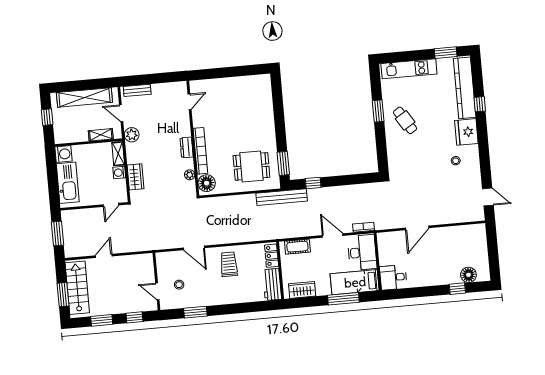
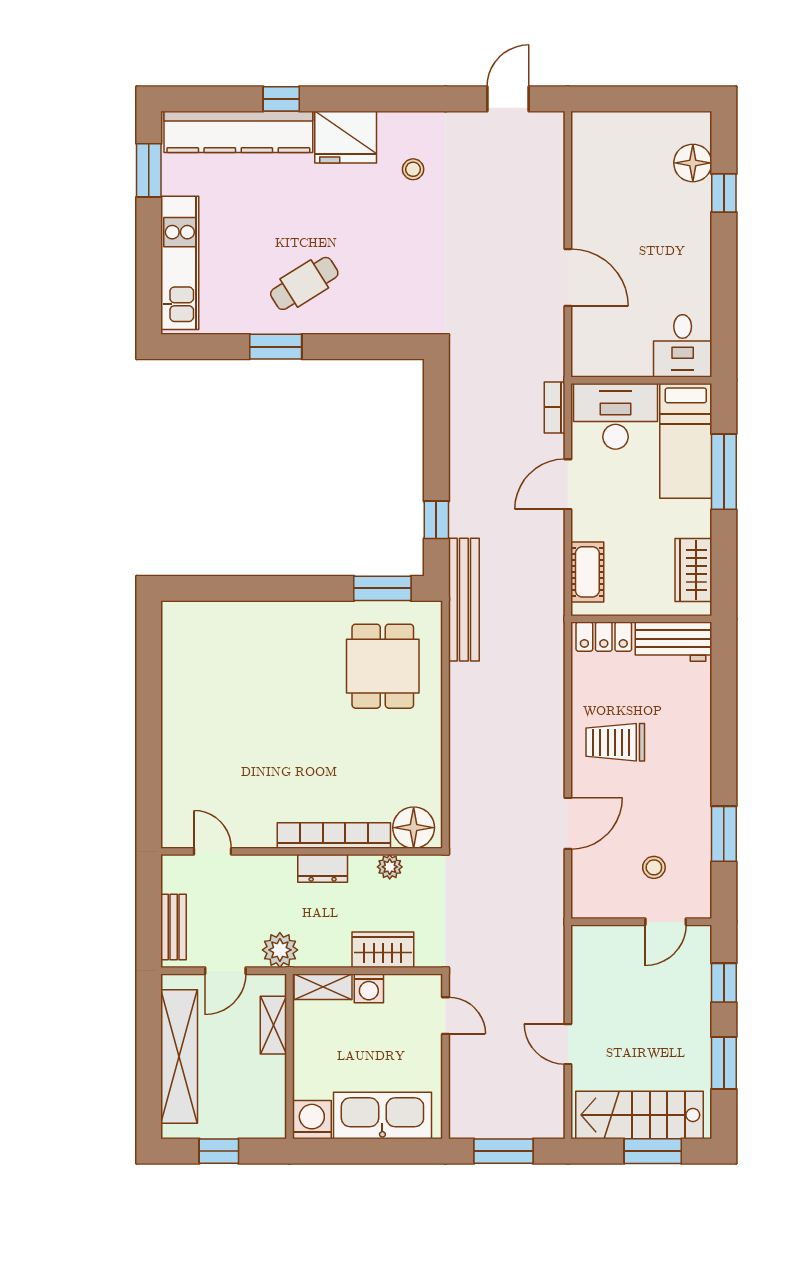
door: (190, 102) -> (213, 851), moved
wall: (193, 138) -> (302, 851), moved
dresser: (187, 147) -> (323, 868), moved
bookcase: (200, 151) -> (334, 836), moved
plant: (190, 175) -> (390, 867), moved
floor lamp: (207, 183) -> (414, 828), moved

